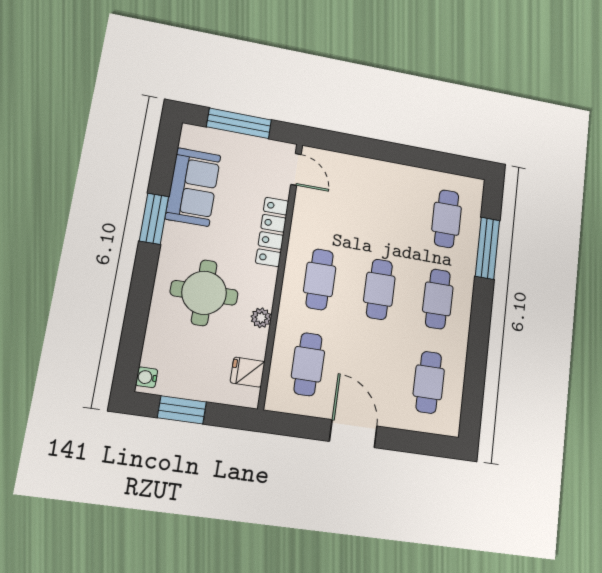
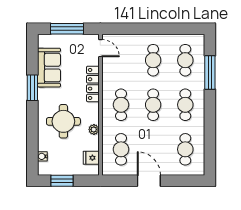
cafe table: (389, 208) -> (153, 60), added
water cooler: (147, 377) -> (42, 156), moved

